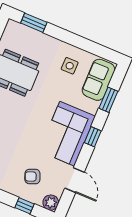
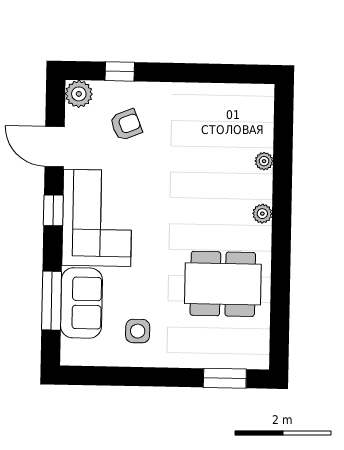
sofa: (98, 80) -> (81, 303), moved
window: (108, 100) -> (52, 301), width x1.44
window: (93, 137) -> (53, 210), moved

